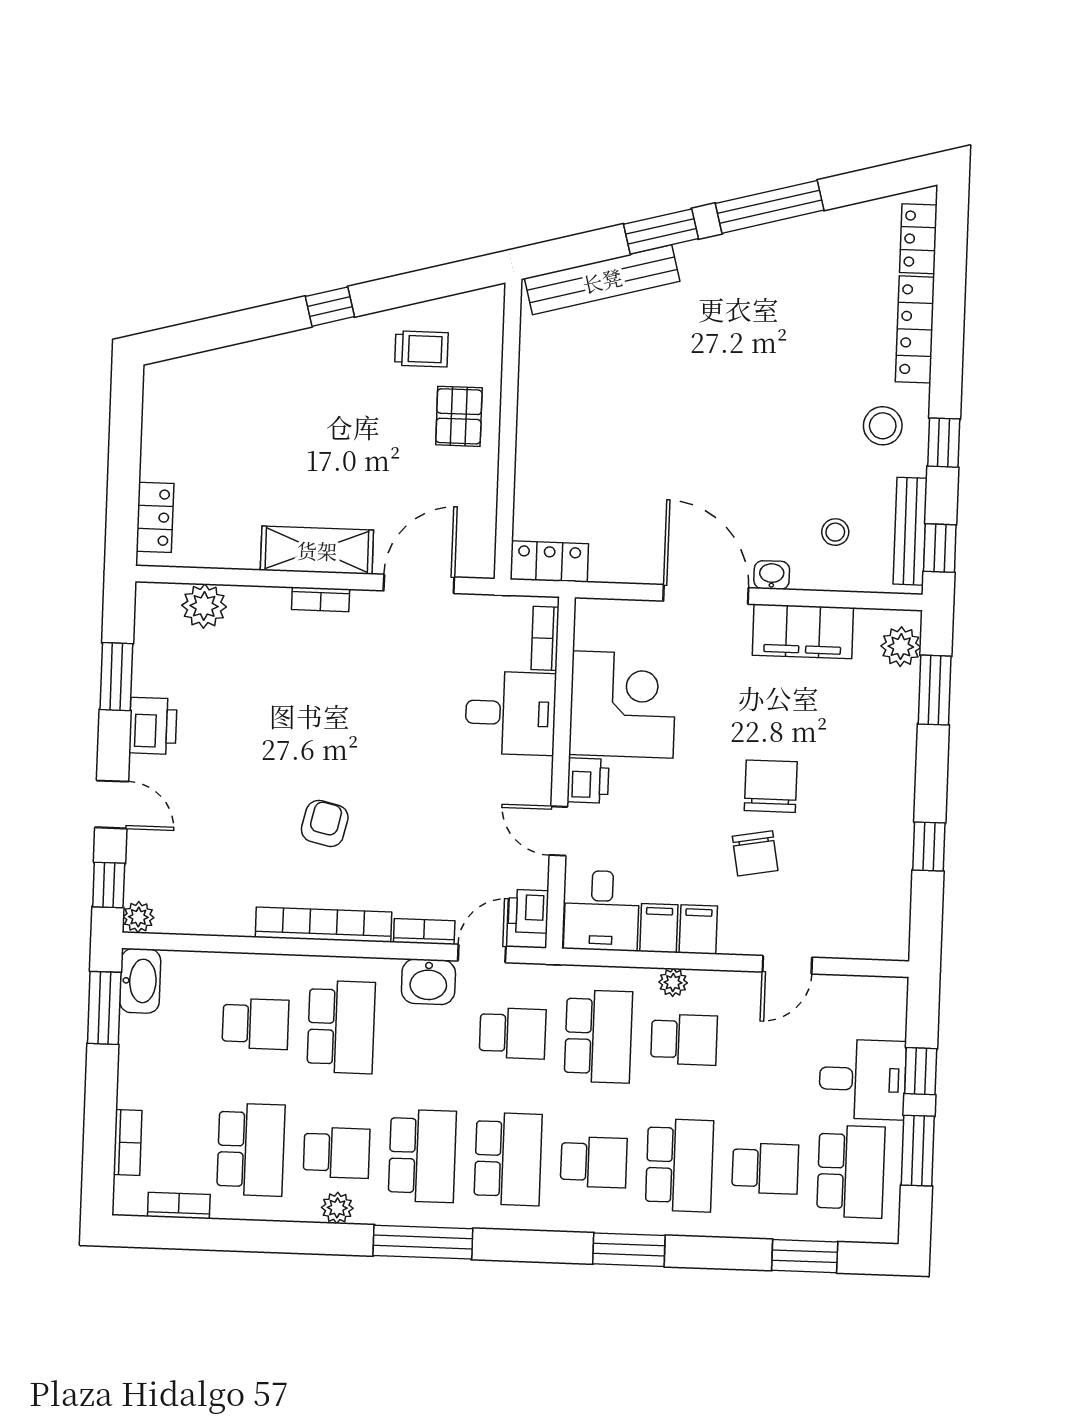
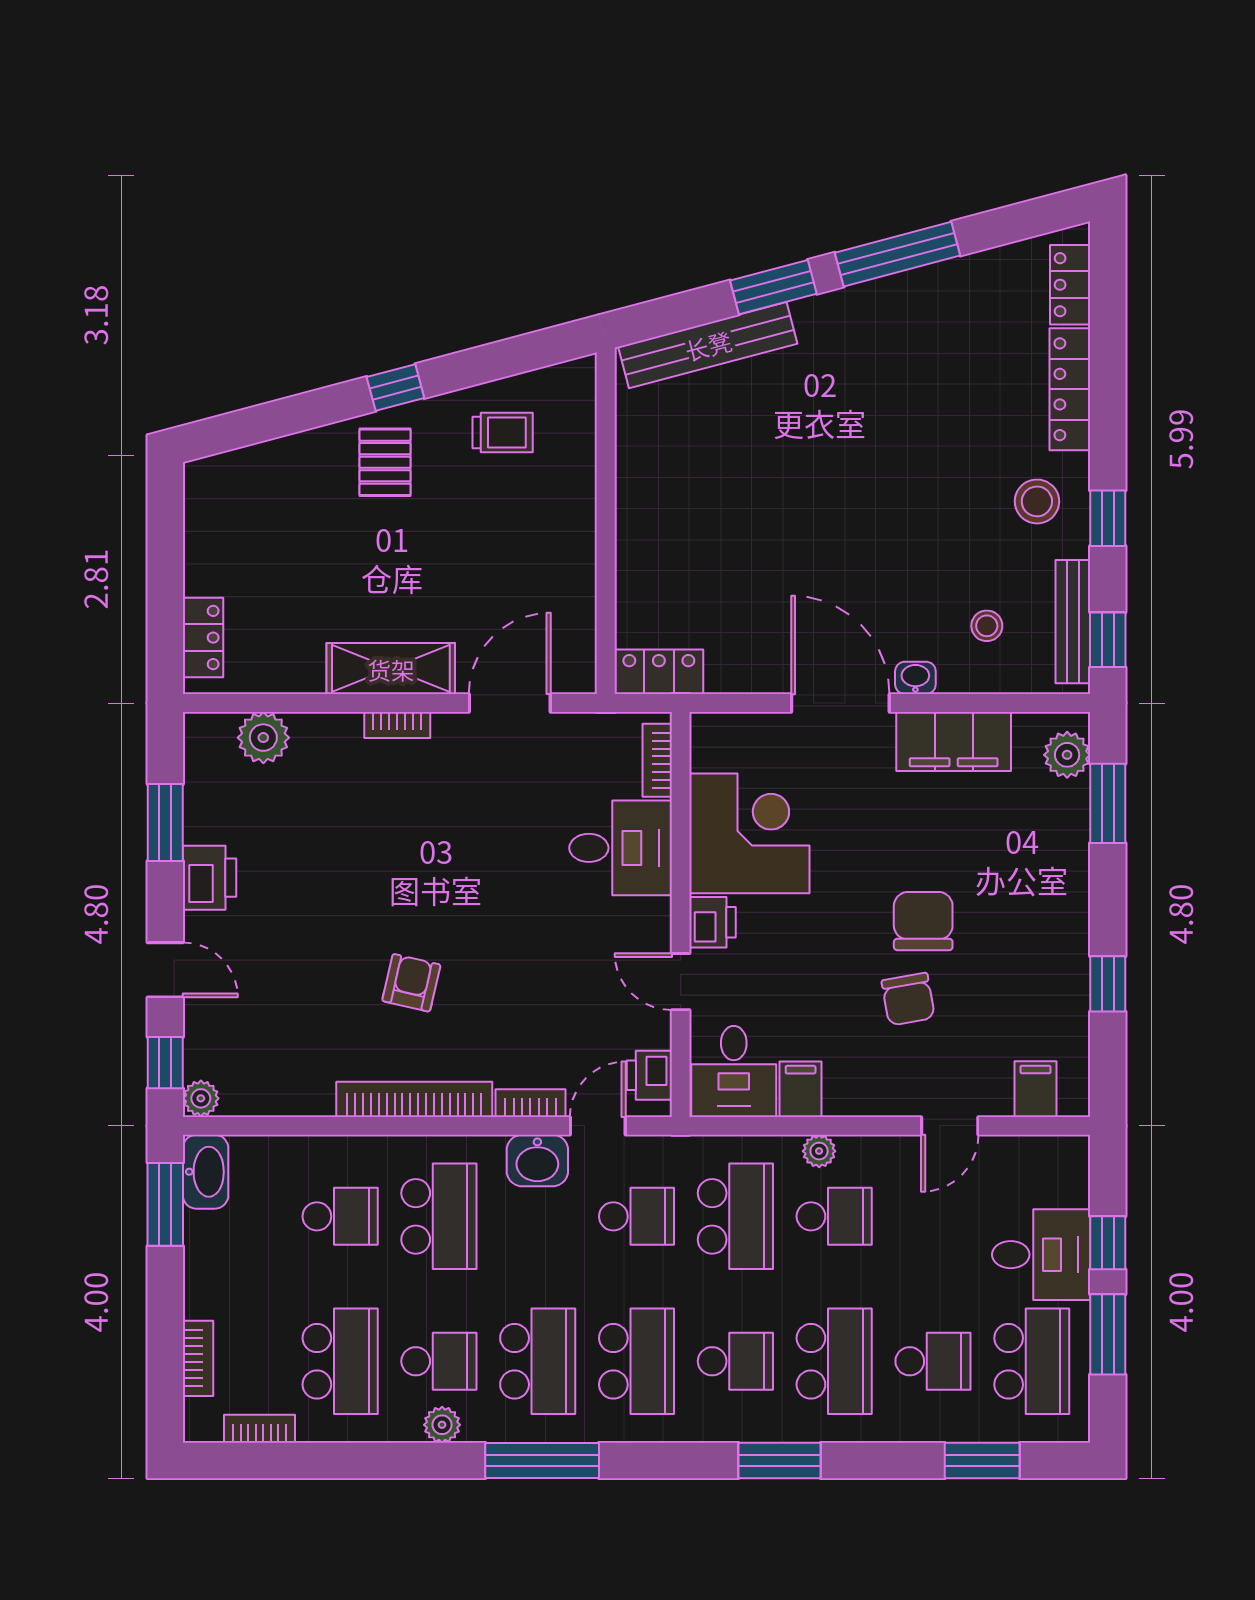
pallet: (459, 416) -> (385, 462), moved
filing cabinet: (698, 930) -> (1036, 1089), moved

